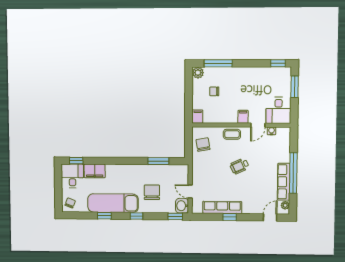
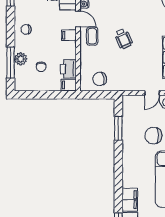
plant: (198, 73) -> (21, 59), moved
chair: (249, 78) -> (26, 29), added
printer: (212, 116) -> (68, 69), added
coffee table: (232, 134) -> (92, 36), moved

